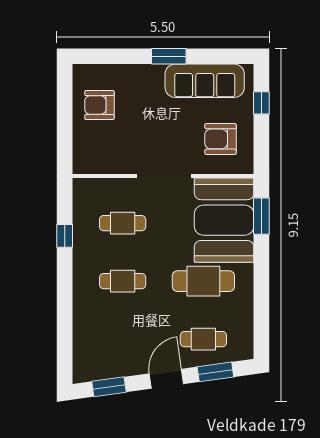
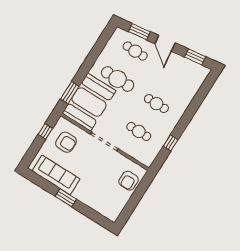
window: (261, 103) -> (45, 131), moved
armchair: (99, 105) -> (129, 181), moved, turned 90
door: (166, 379) -> (165, 43), hinge flipped

